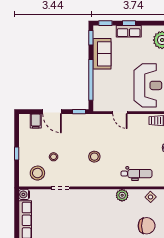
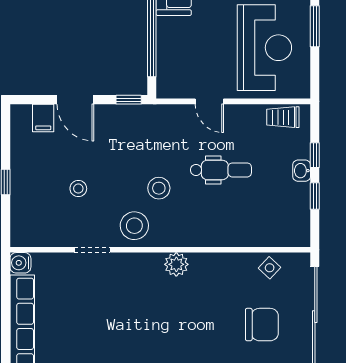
stool: (37, 173) -> (134, 226), moved
dental chair: (137, 174) -> (221, 170), moved
plant: (122, 195) -> (176, 264), moved

